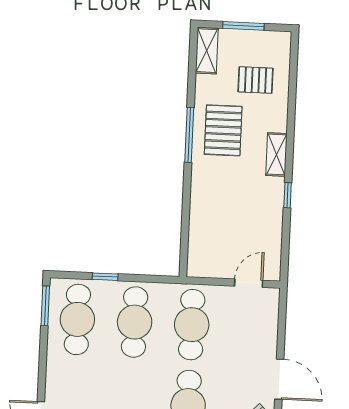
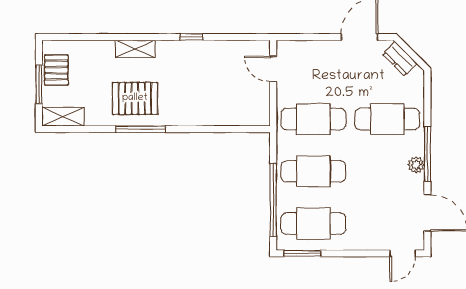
pallet: (255, 80) -> (56, 70), moved
shelving: (276, 154) -> (135, 49), moved
window: (105, 277) -> (273, 200), width x3.17

